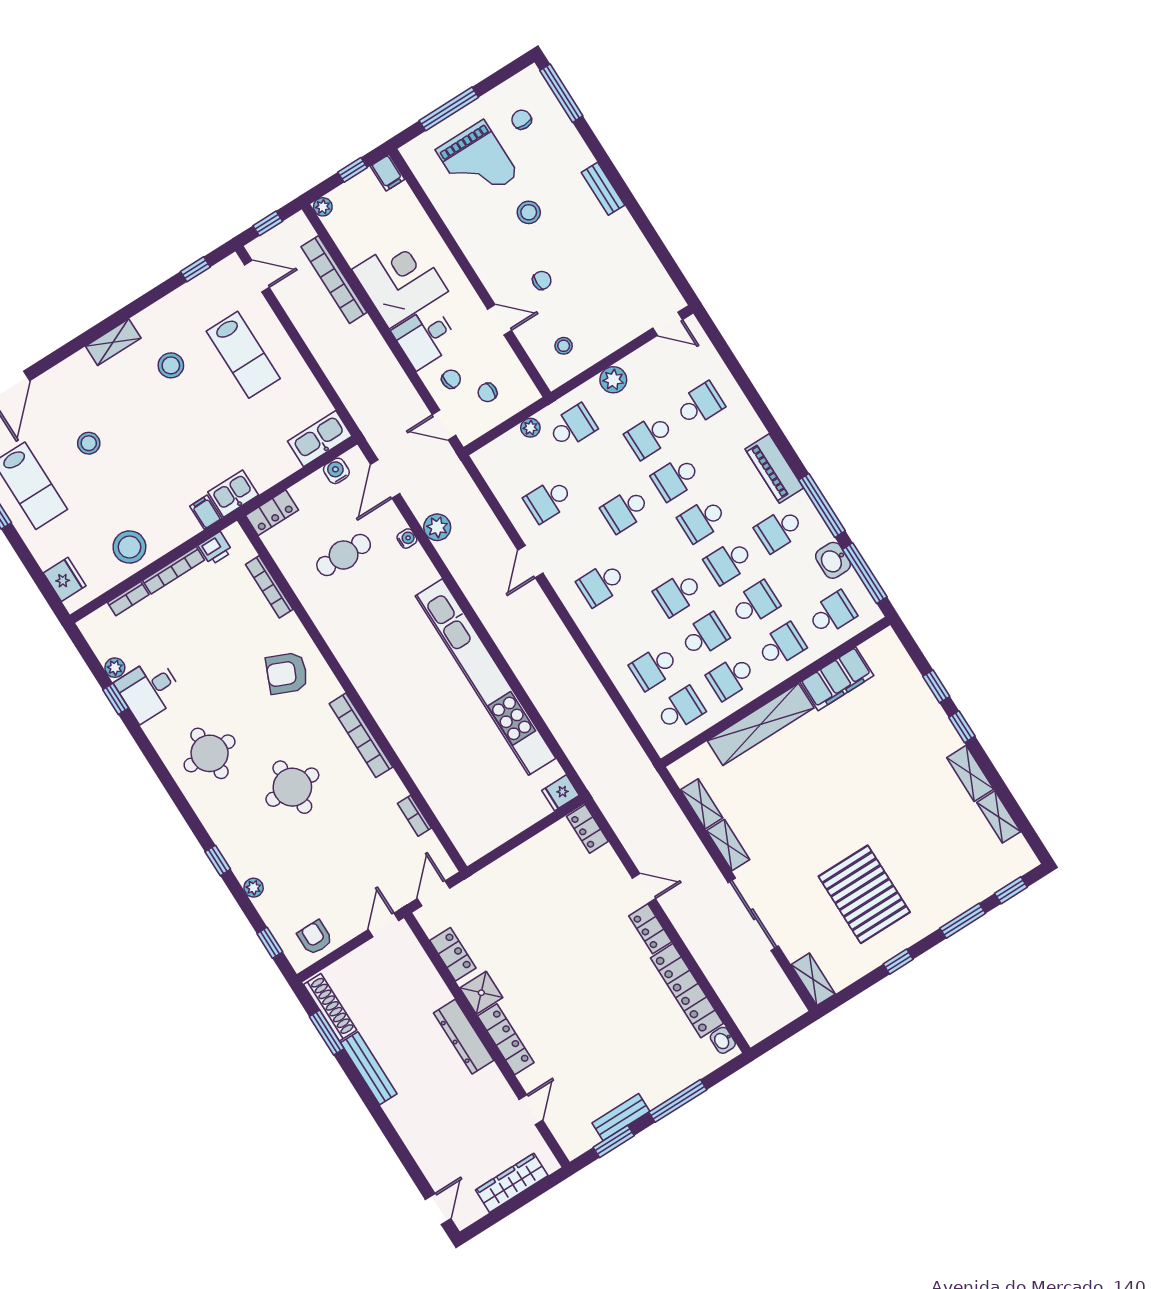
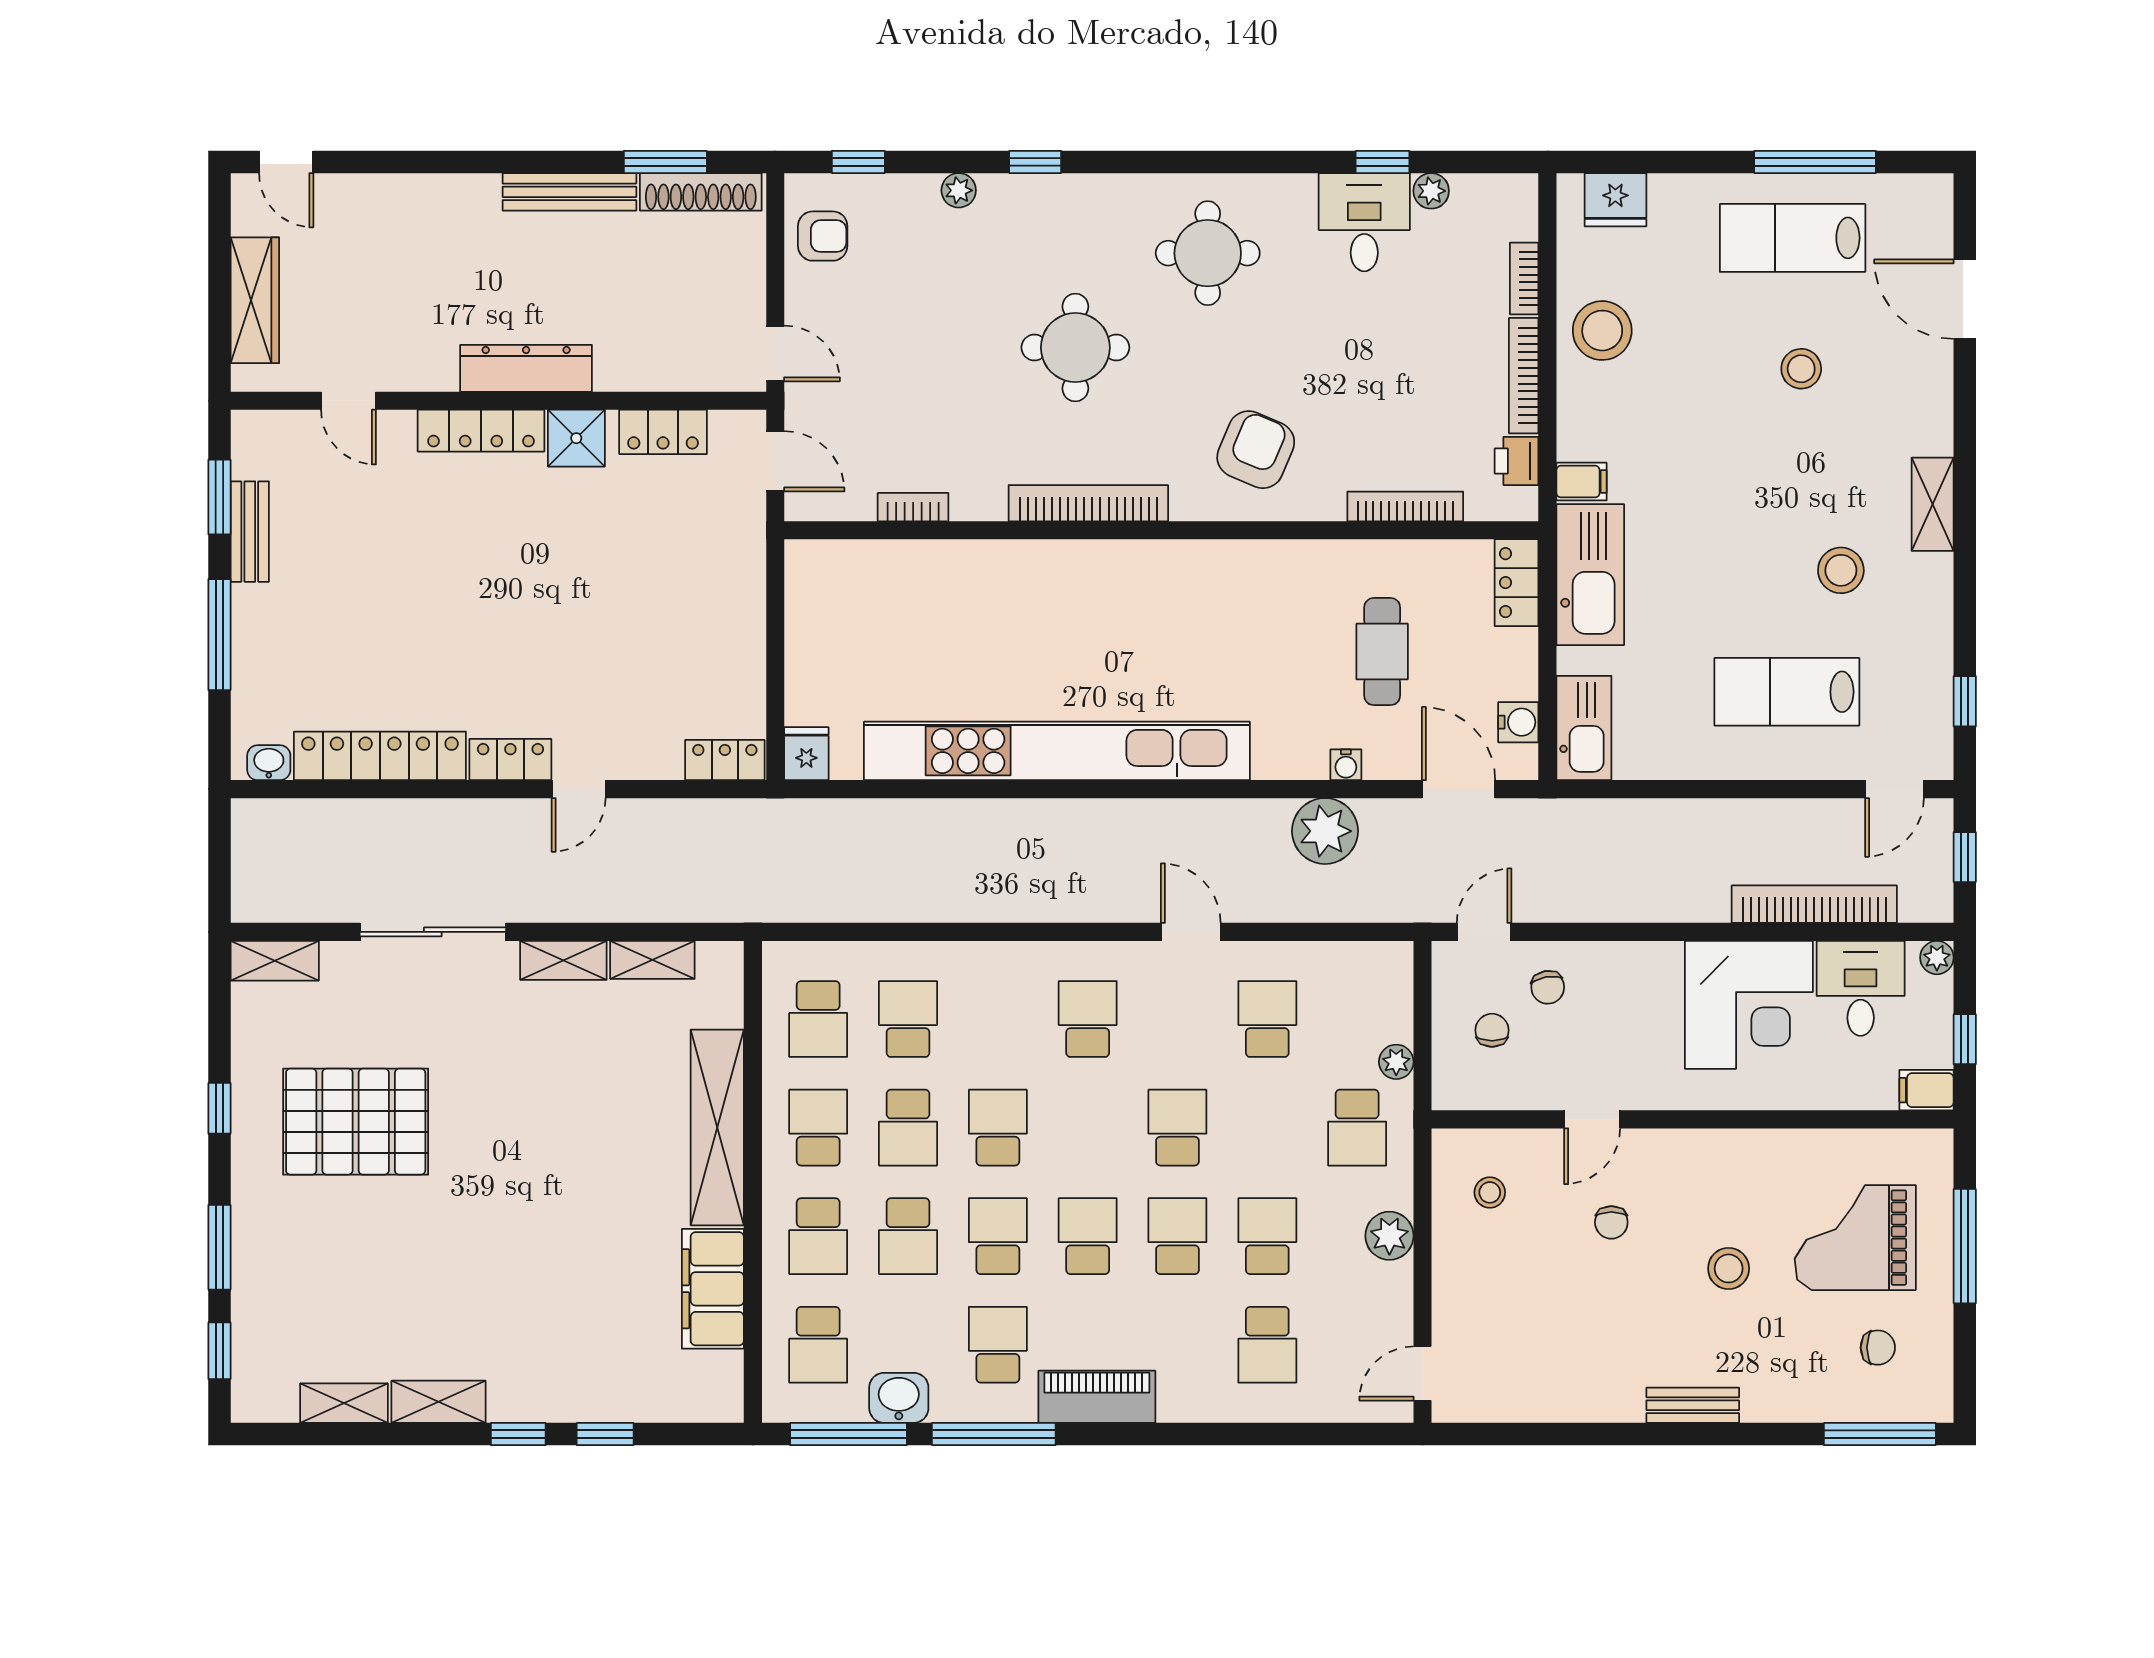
desk: (425, 337) -> (1861, 988), moved
kitchen sink: (233, 494) -> (1590, 575), width x1.88, depth x1.24
plant: (437, 527) -> (1325, 831), width x1.36, depth x1.36

